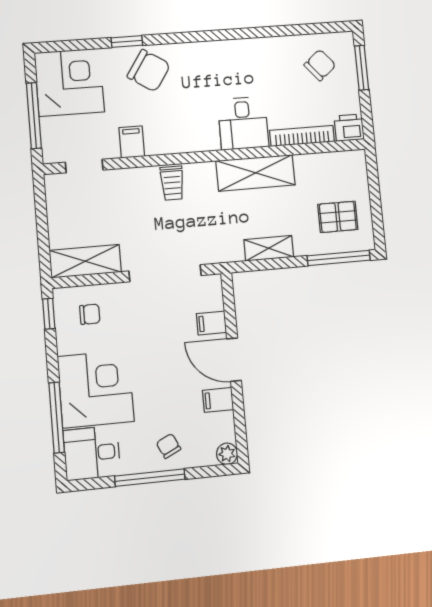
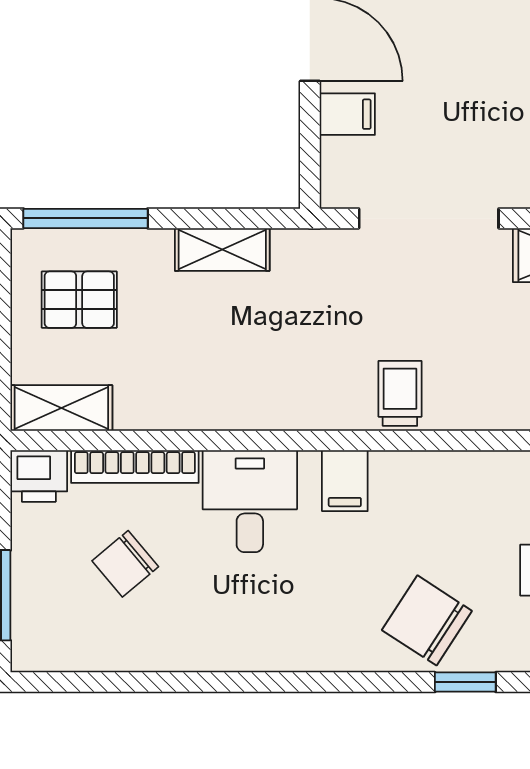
chair: (320, 65) -> (125, 564), moved
filing cabinet: (132, 142) -> (345, 481), moved
shelving: (256, 173) -> (61, 408), moved, width x0.67, depth x0.75

